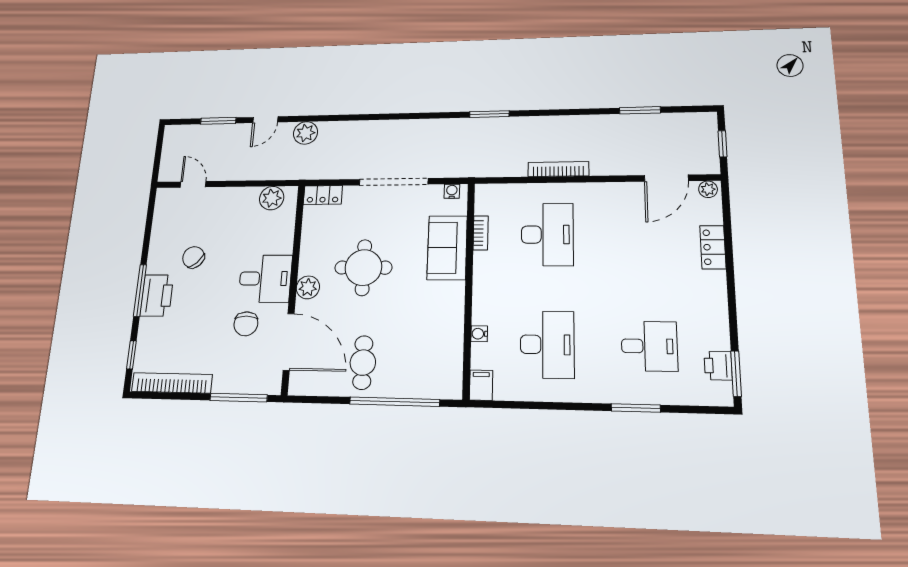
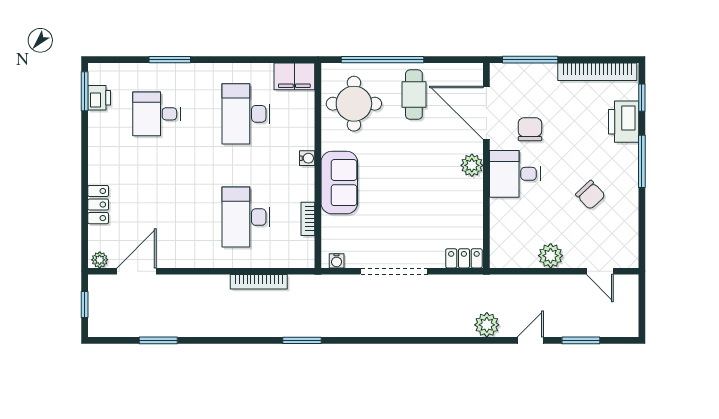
bookcase: (558, 169) -> (259, 282), moved
plant: (272, 198) -> (551, 256), moved
sofa: (447, 248) -> (339, 183), moved
round table: (363, 268) -> (354, 104), moved
printer: (157, 295) -> (624, 122), moved
water cooler: (479, 334) -> (307, 158), moved
filing cabinet: (481, 385) -> (294, 76), width x2.00

